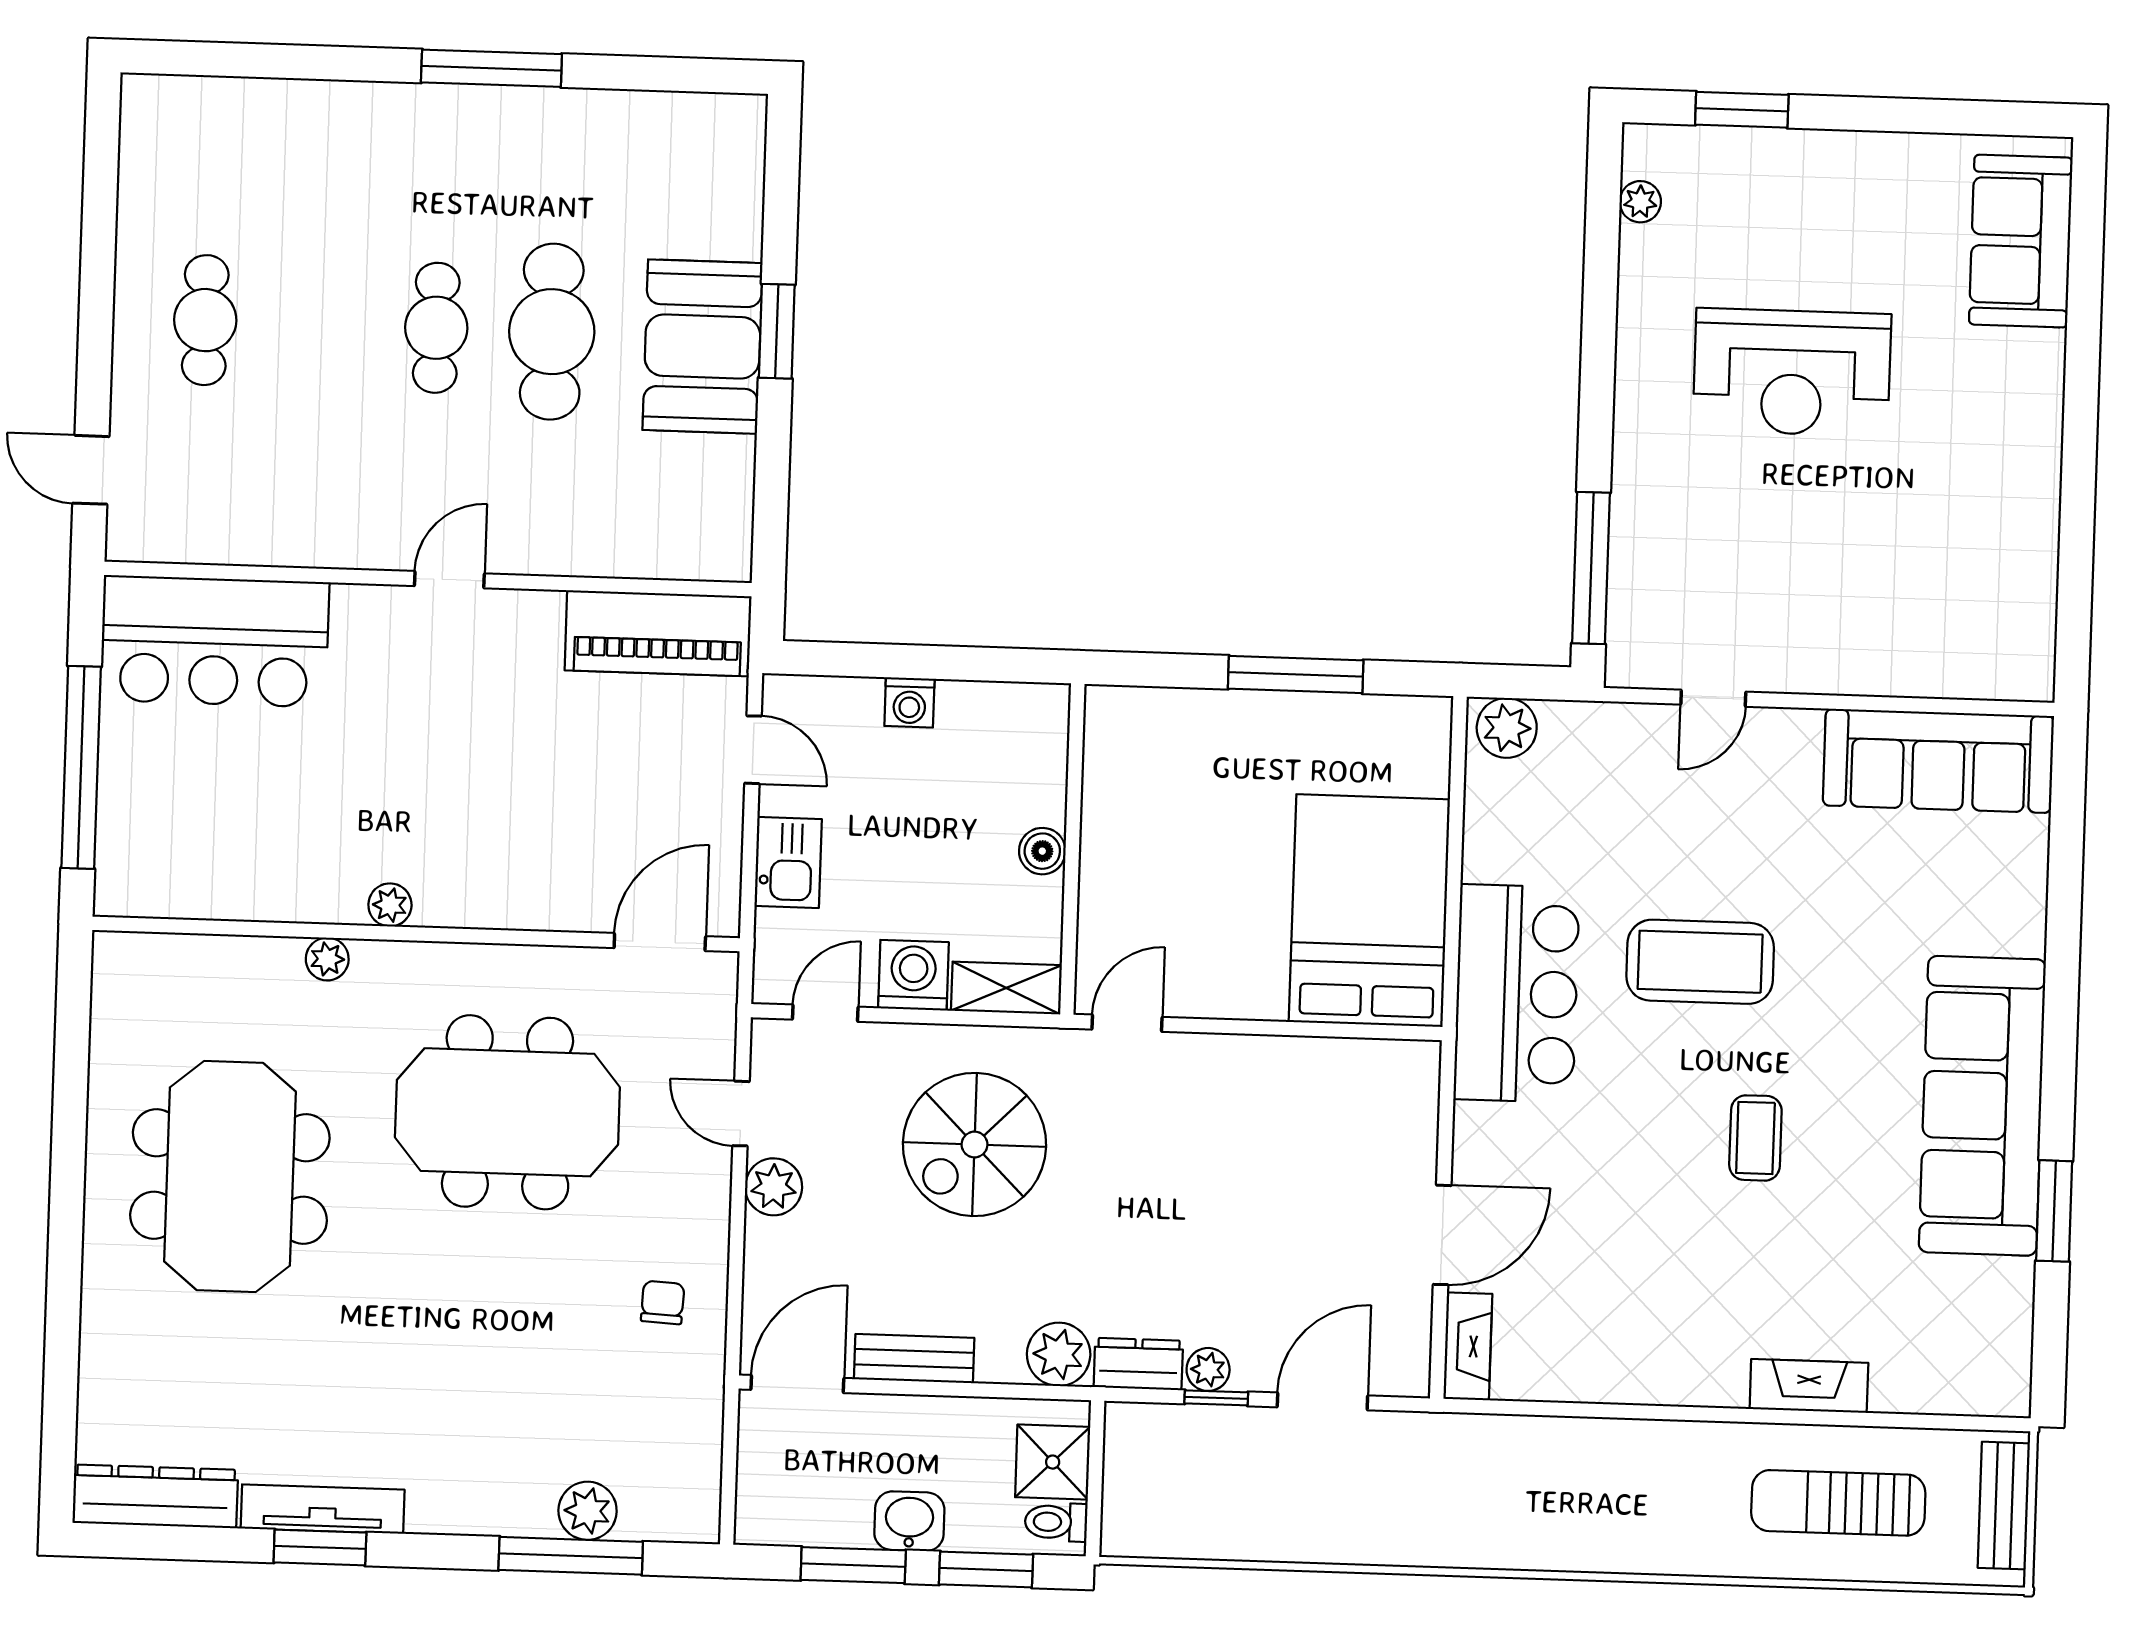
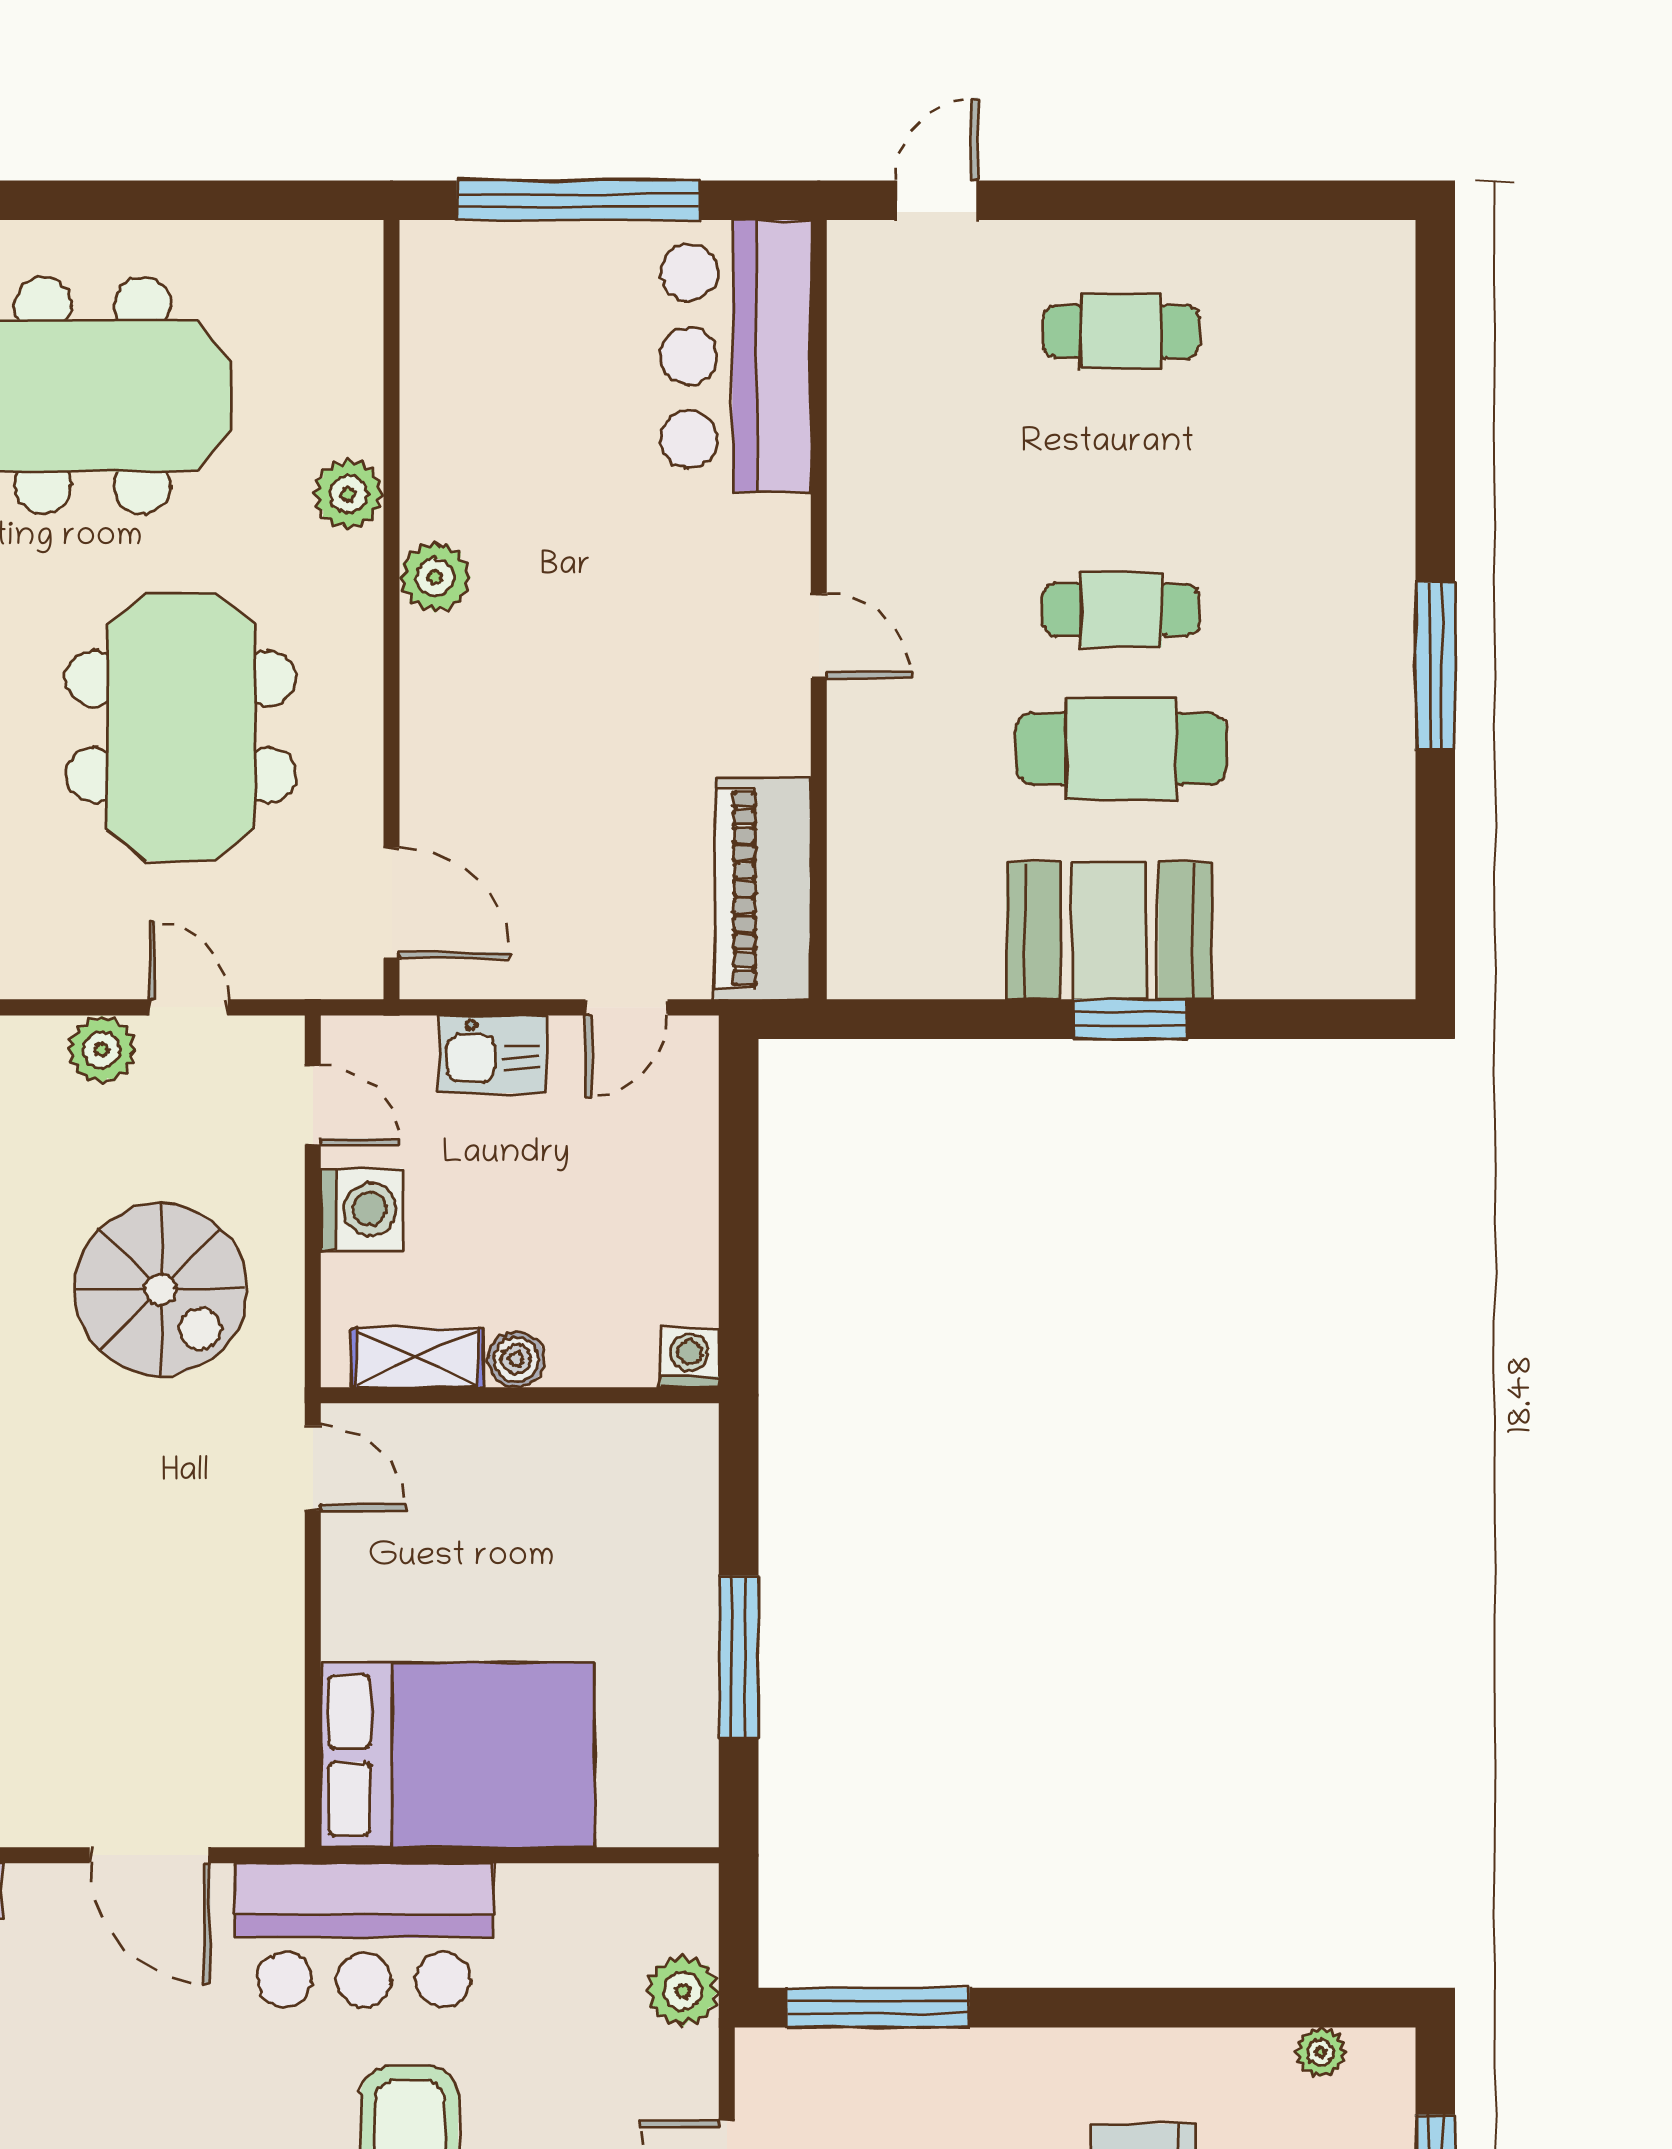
washing machine: (909, 702) -> (690, 1358), moved, turned 90
plant: (1507, 728) -> (683, 1991), moved
plant: (390, 905) -> (435, 577), width x1.38, depth x1.38
plant: (327, 959) -> (348, 494), width x1.38, depth x1.38
shelving: (1006, 988) -> (417, 1358), moved, turned 90
door: (741, 1114) -> (189, 1007), hinge flipped
spiral stairs: (974, 1145) -> (161, 1289), turned 180
door: (1442, 1235) -> (150, 1855), moved

